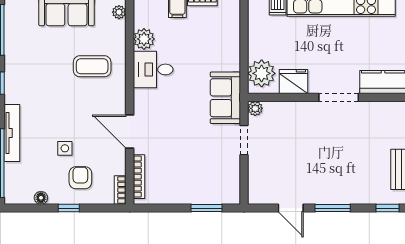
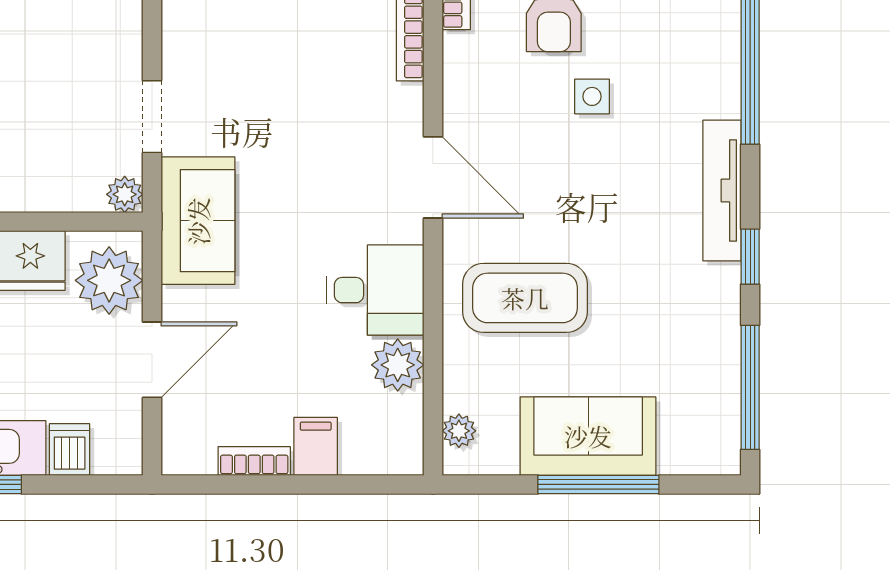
door: (244, 41) -> (152, 360), added
coffee table: (92, 66) -> (525, 298), width x1.36, depth x1.32
door: (130, 132) -> (433, 177), moved
tv unit: (12, 133) -> (722, 191), moved

